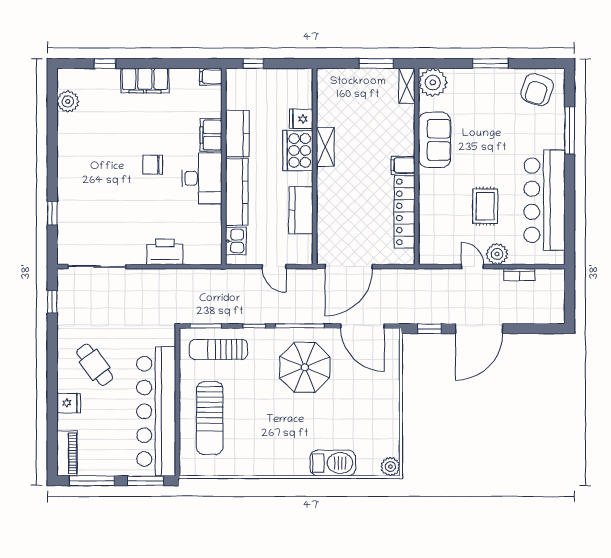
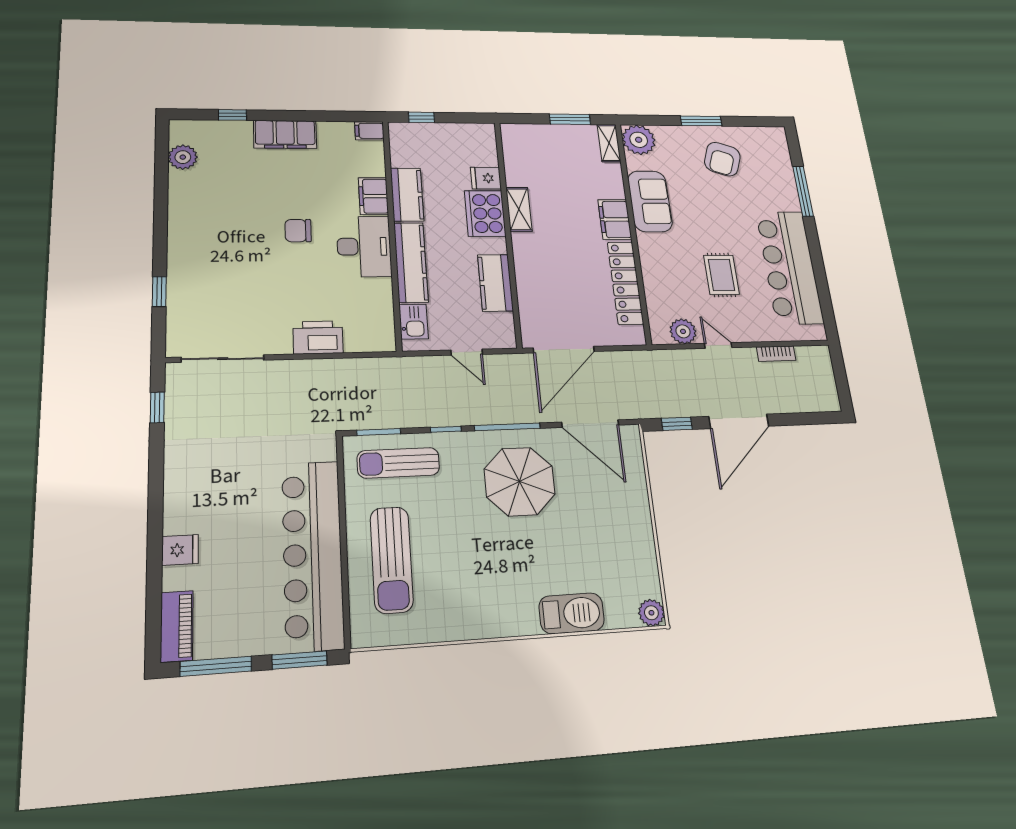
armchair: (537, 90) -> (722, 159), moved
filing cabinet: (403, 165) -> (615, 219), width x2.00
plant: (497, 254) -> (683, 331), moved
cafe table: (95, 365) -> (220, 492), removed

